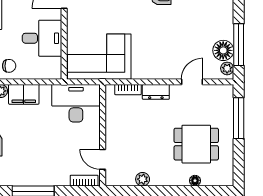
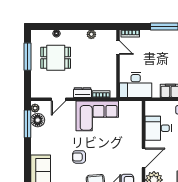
corner sofa: (99, 57) -> (97, 116), moved
window: (239, 118) -> (28, 57), moved

